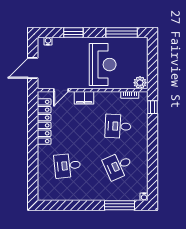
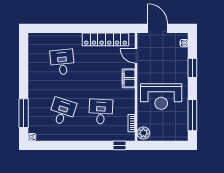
desk: (118, 166) -> (62, 112), turned 42

